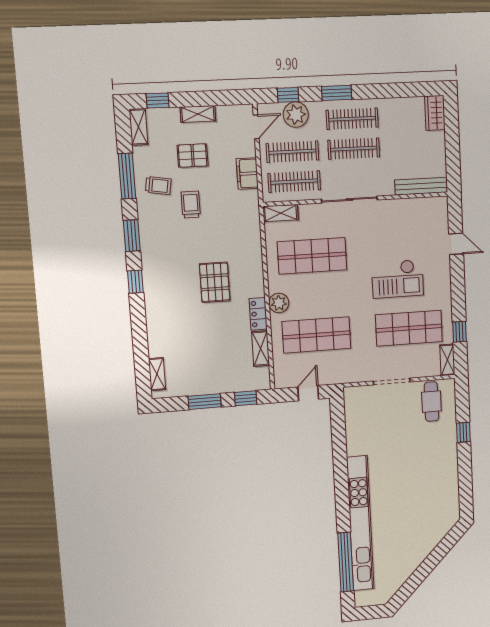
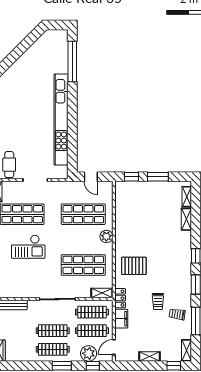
pallet: (193, 155) -> (155, 331), removed
checkout: (398, 279) -> (28, 247), turned 180
pallet: (215, 282) -> (134, 266), moved, turned 90
locker: (258, 314) -> (120, 298), moved
shelving: (261, 349) -> (186, 219), moved
door: (308, 393) -> (91, 177), hinge flipped
kitchen unit: (360, 523) -> (61, 120), moved

